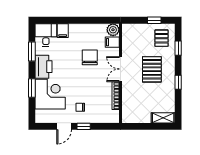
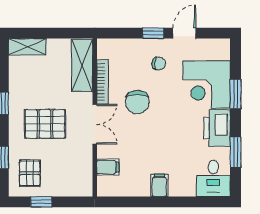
plant: (113, 30) -> (107, 187), removed
filing cabinet: (63, 31) -> (159, 185), moved
chair: (90, 57) -> (137, 102), moved
pallet: (152, 69) -> (45, 124), turned 90
shelving: (128, 106) -> (82, 66), added

